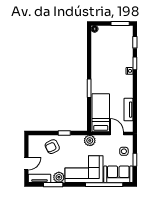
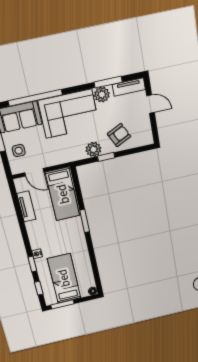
bed: (114, 45) -> (64, 278), added
plant: (90, 140) -> (93, 149), moved
door: (26, 164) -> (151, 104), swing flipped

